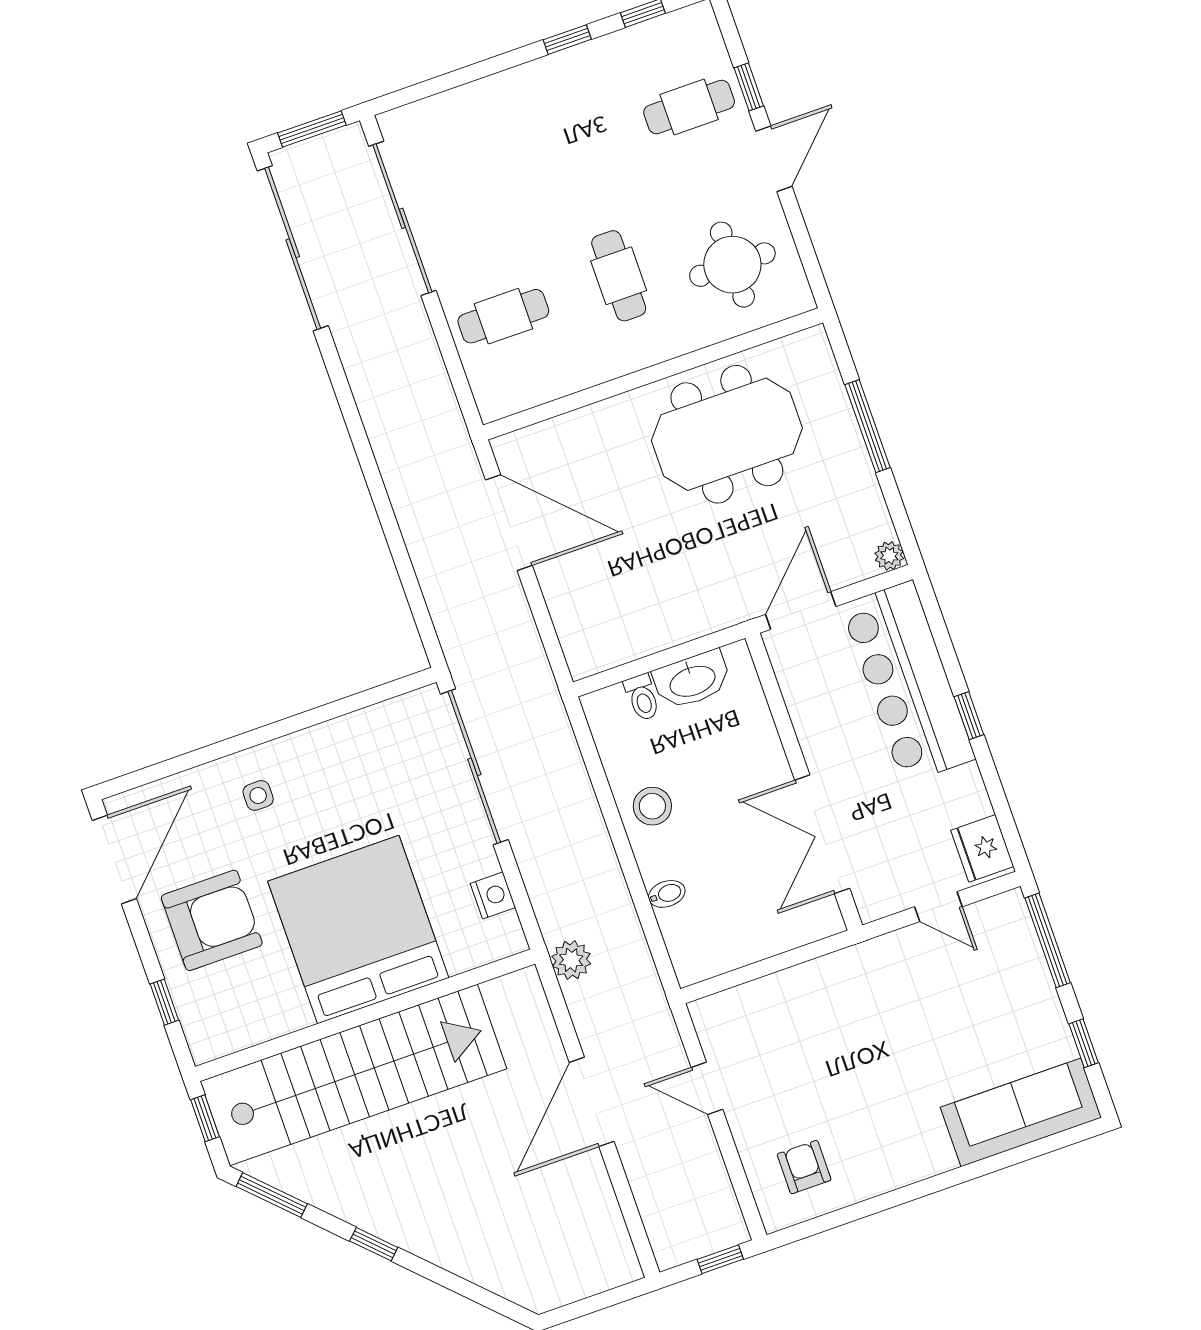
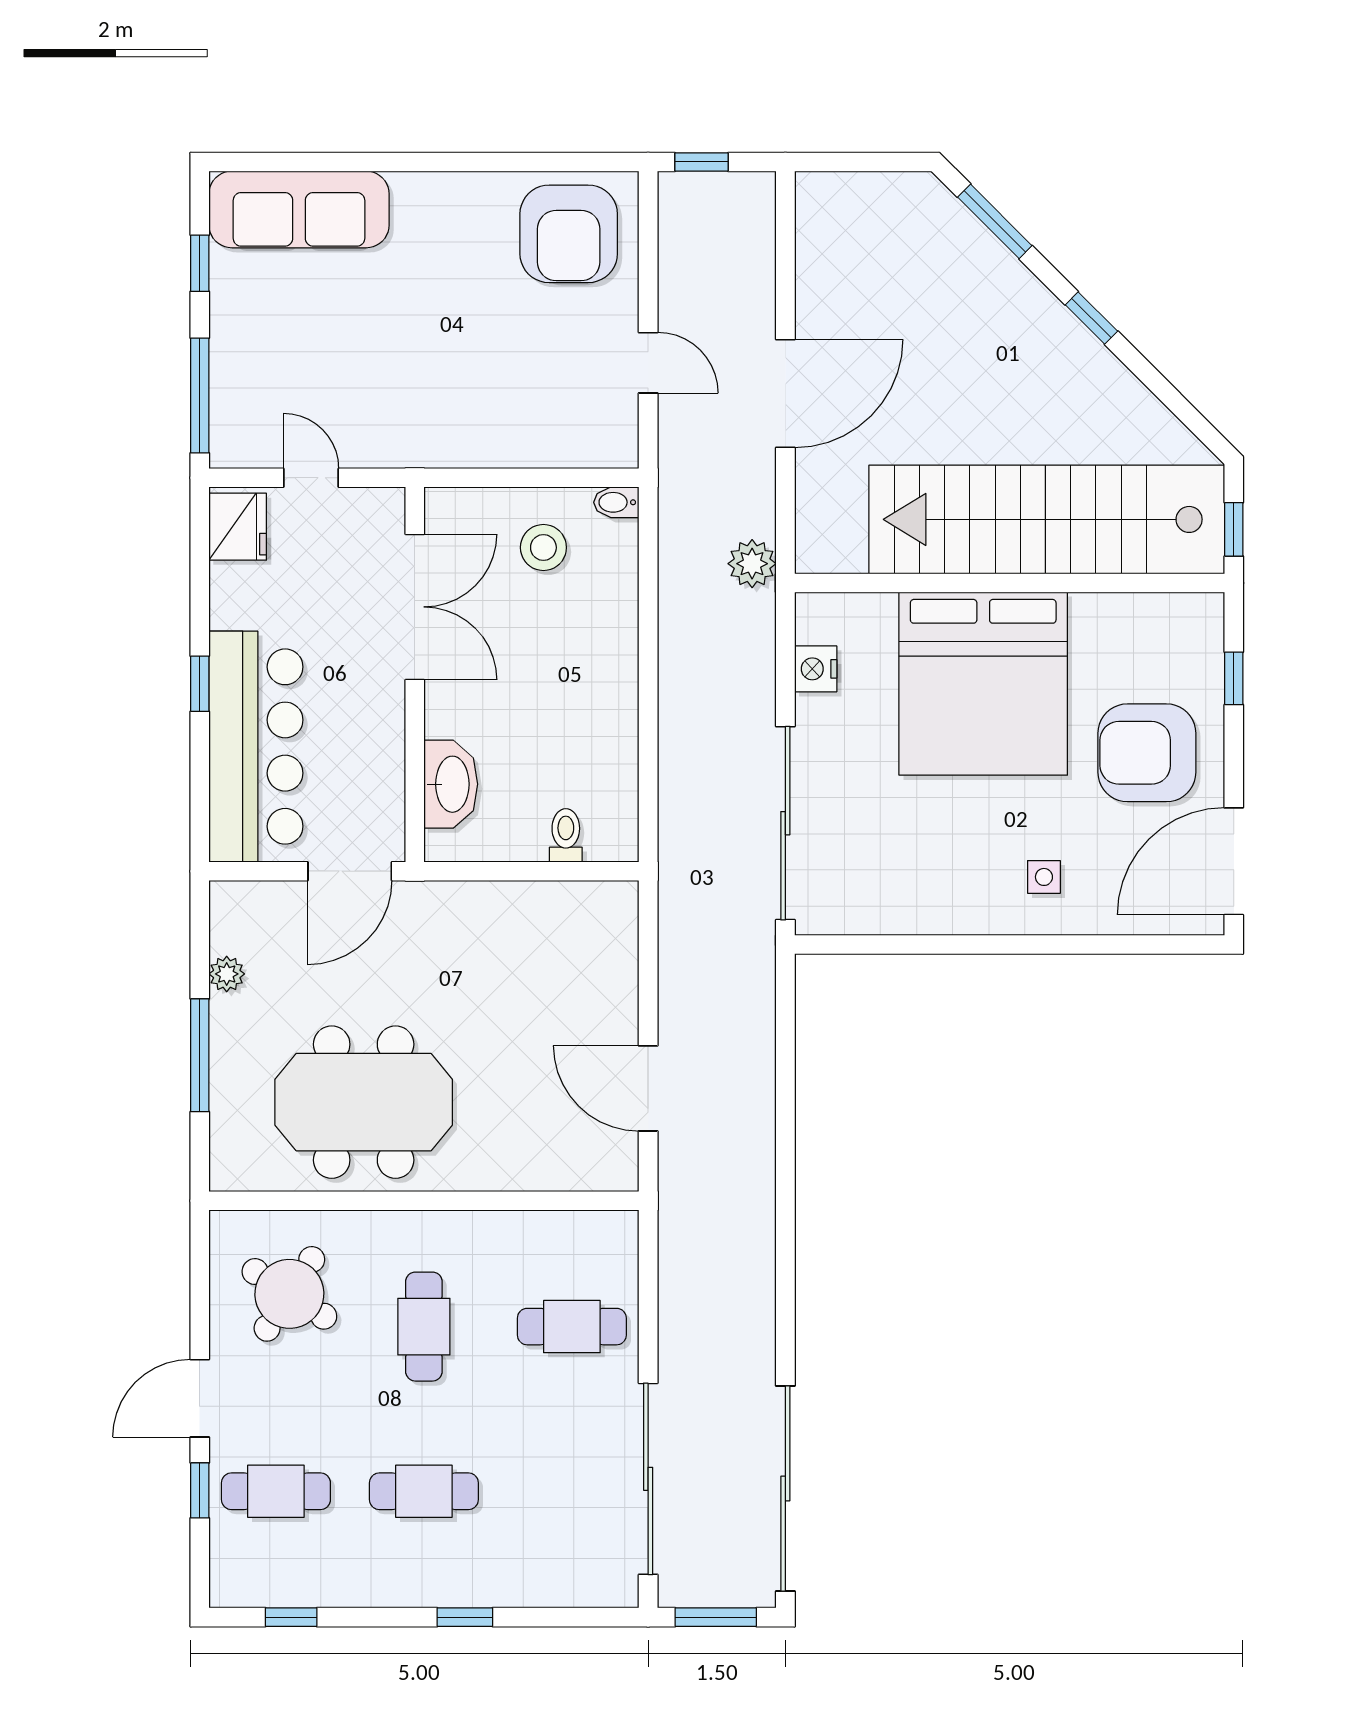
window: (567, 40) -> (465, 1617), moved
cafe table: (574, 147) -> (424, 1491), added
round table: (732, 265) -> (289, 1294), turned 33
door: (509, 523) -> (648, 1088), width x0.73
plant: (889, 556) -> (227, 974), moved
washbasin: (692, 680) -> (451, 784), moved, turned 90
stool: (652, 806) -> (543, 548), moved
bidet: (667, 894) -> (616, 502), moved
armchair: (804, 1167) -> (569, 234), width x1.88, depth x1.88
window: (272, 1195) -> (995, 221), moved

